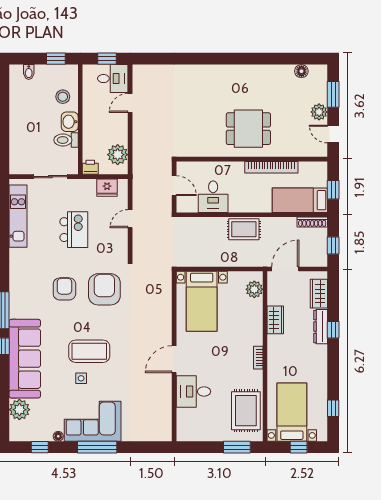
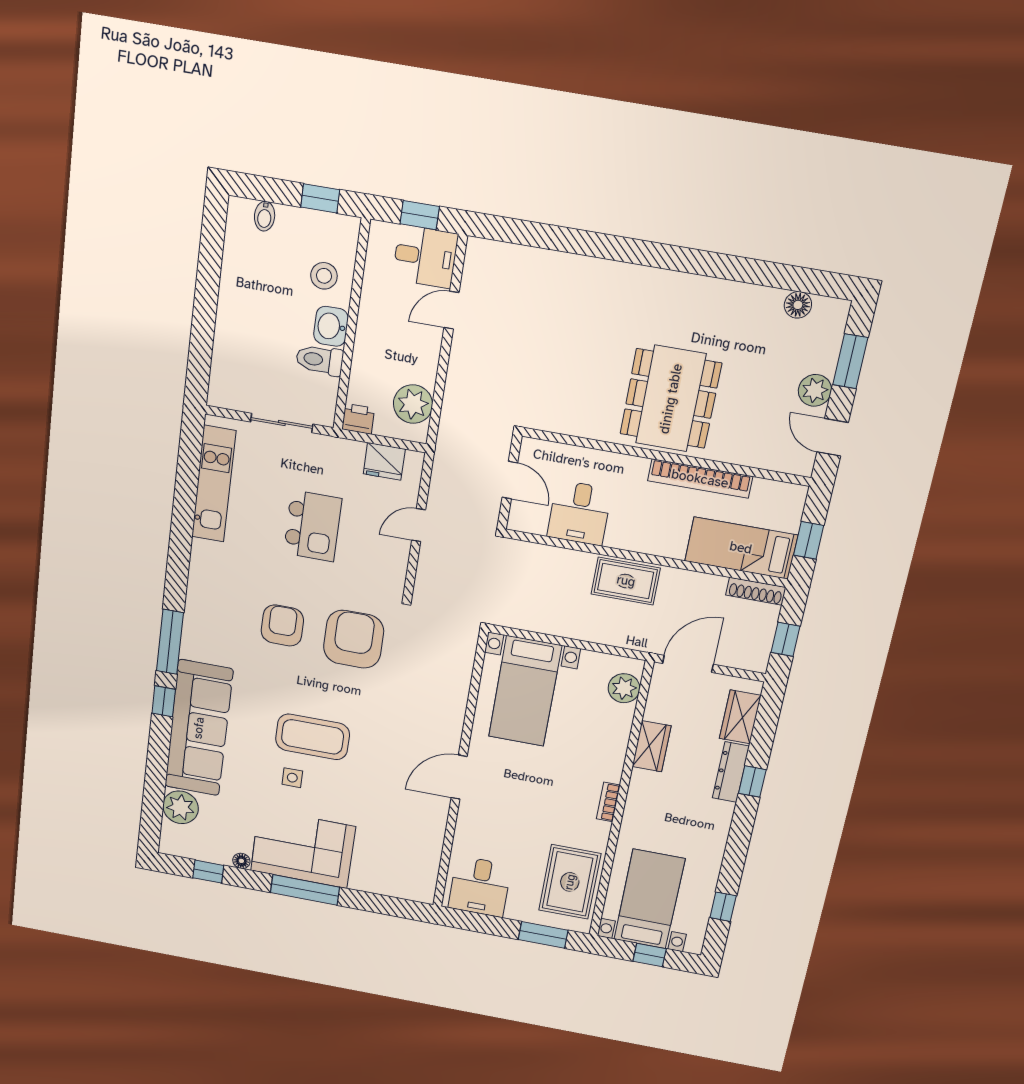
dining table: (248, 129) -> (671, 399), width x1.37
desk: (193, 391) -> (480, 887), moved, turned -90

